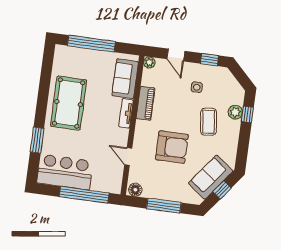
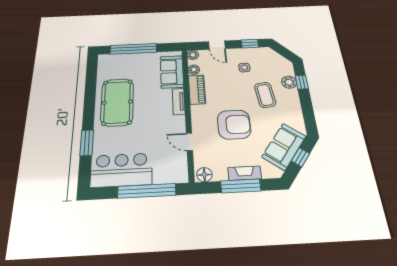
plant: (147, 80) -> (194, 70), added
fireplace: (170, 195) -> (245, 173), added

